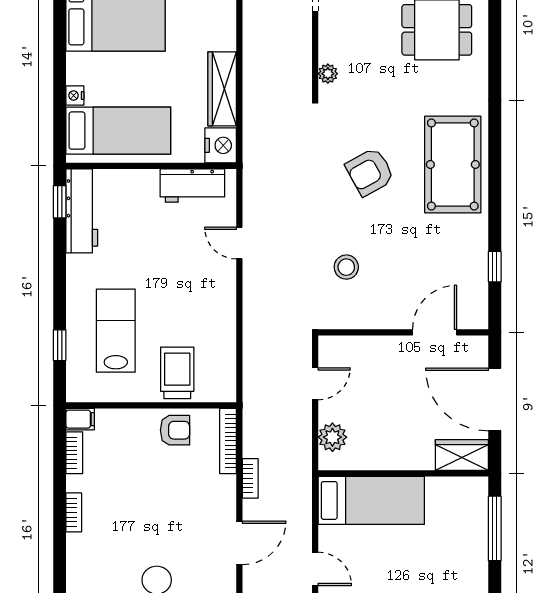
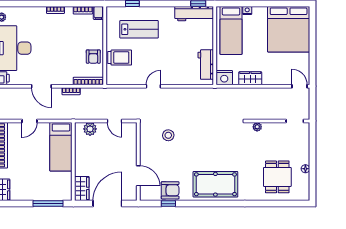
wardrobe: (222, 89) -> (250, 78), width x0.67
armchair: (370, 172) -> (170, 190), moved, turned 119
door: (239, 243) -> (153, 86), moved

